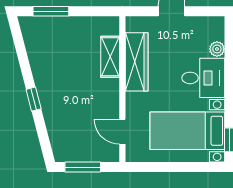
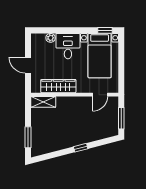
shelving: (110, 57) -> (43, 102), moved

